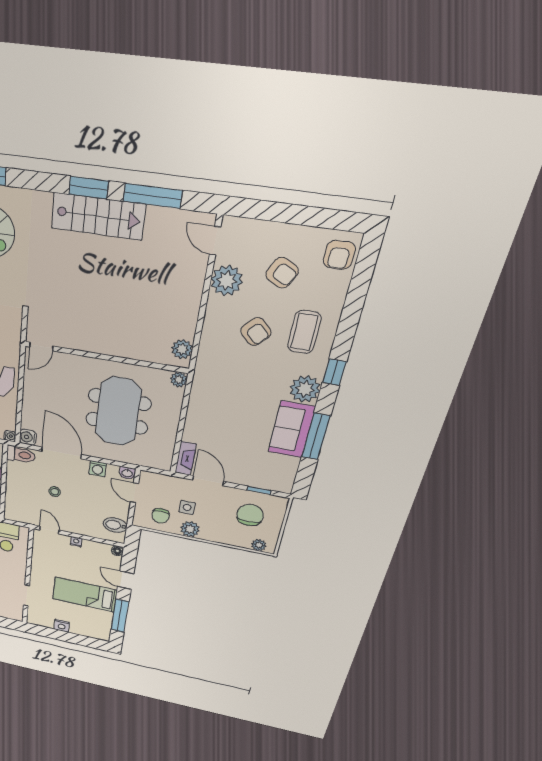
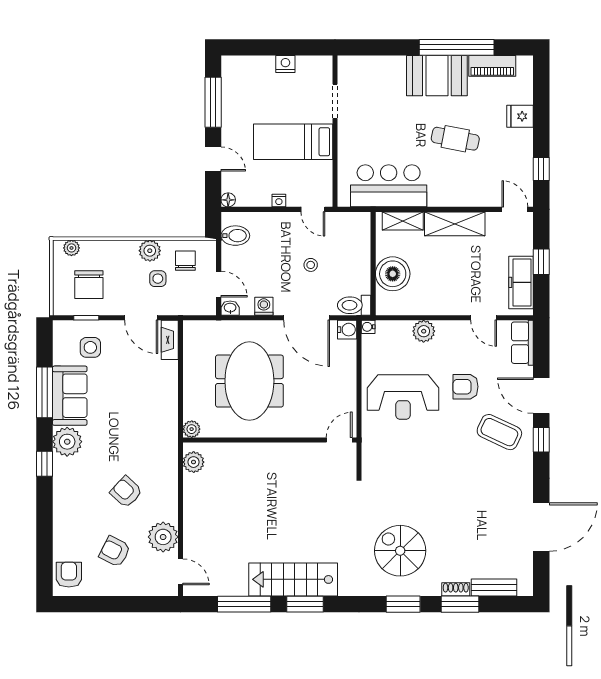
coffee table: (304, 332) -> (82, 499), removed
side table: (261, 466) -> (90, 347), added
bed: (85, 595) -> (293, 142), moved, turned 180

